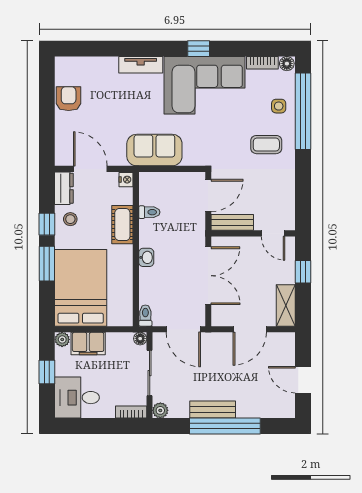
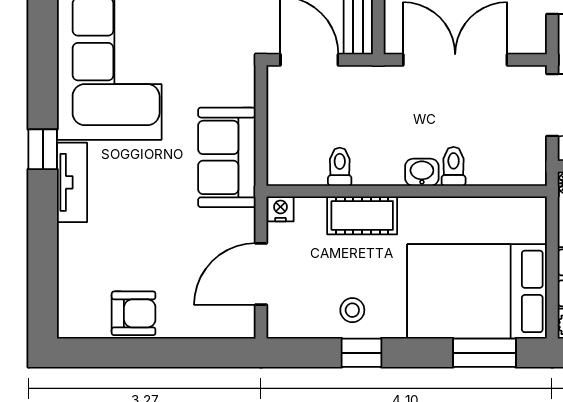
window: (199, 49) -> (43, 149), moved
armchair: (69, 99) -> (134, 313), turned 180
dresser: (64, 188) -> (296, 322), removed
window: (47, 264) -> (485, 353), moved
toilet: (145, 316) -> (454, 166), moved, turned 90

